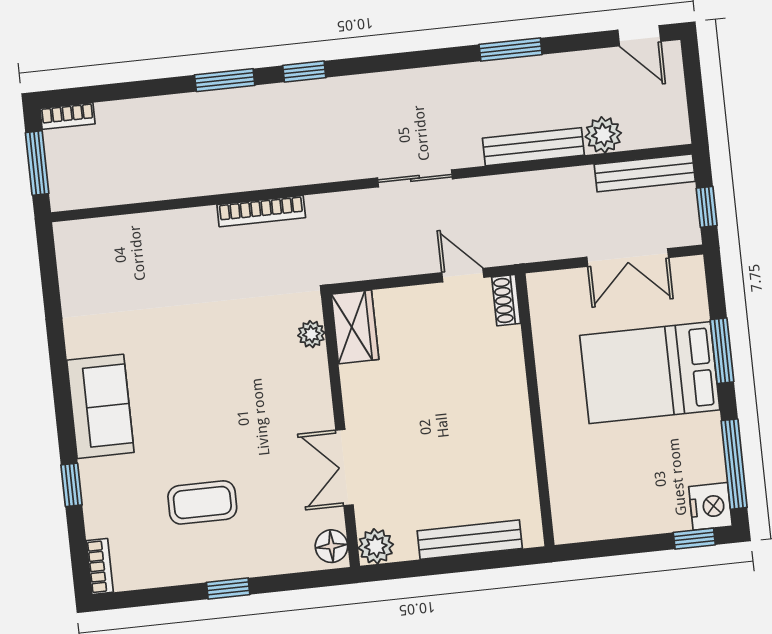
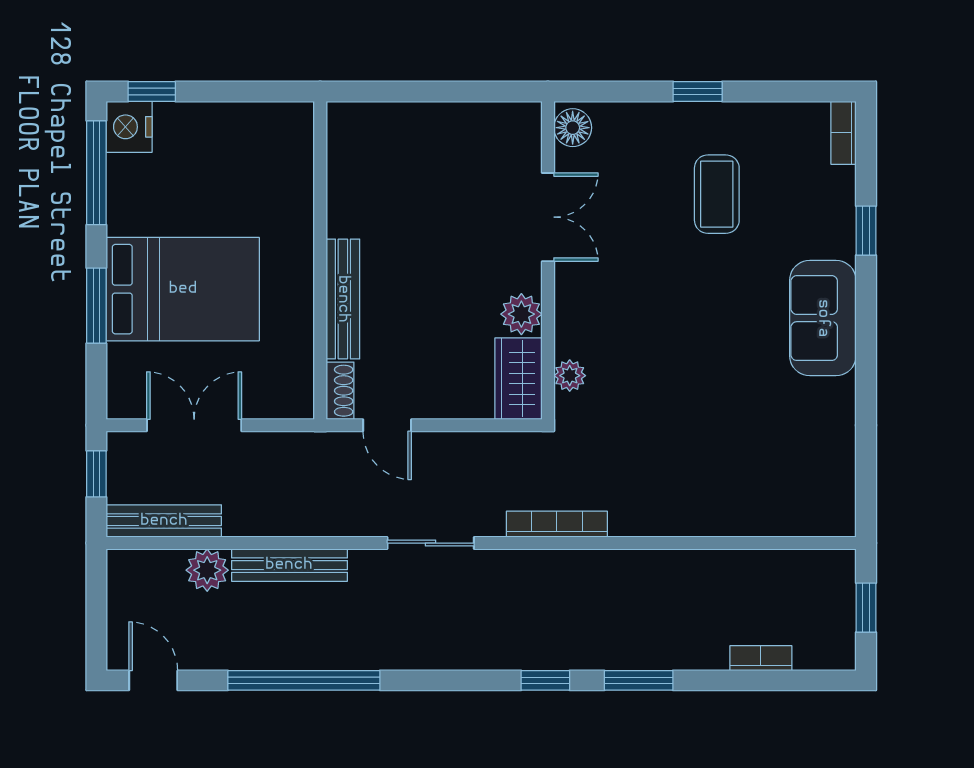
window: (511, 49) -> (304, 680), width x2.11
bookcase: (67, 116) -> (761, 658), moved
window: (37, 163) -> (866, 608), width x0.67
bookcase: (261, 211) -> (557, 524), moved
coffee table: (202, 502) -> (717, 194), turned 90
bench: (470, 540) -> (343, 299), moved, turned 90
plant: (376, 546) -> (521, 314), moved

